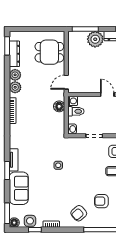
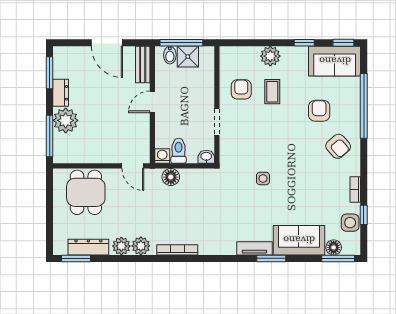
armchair: (101, 201) -> (319, 111), turned 180
floor lamp: (14, 223) -> (334, 247), moved

